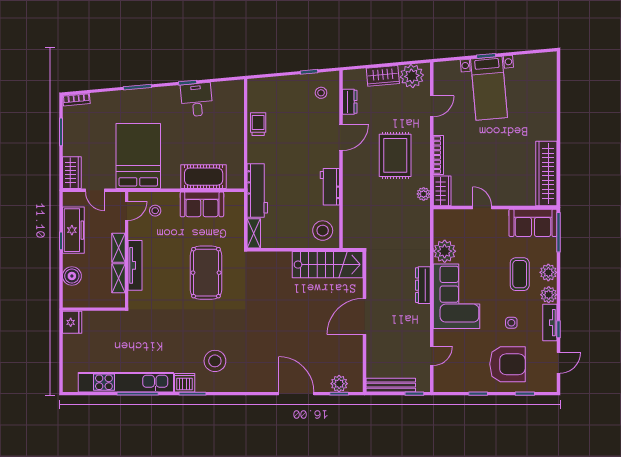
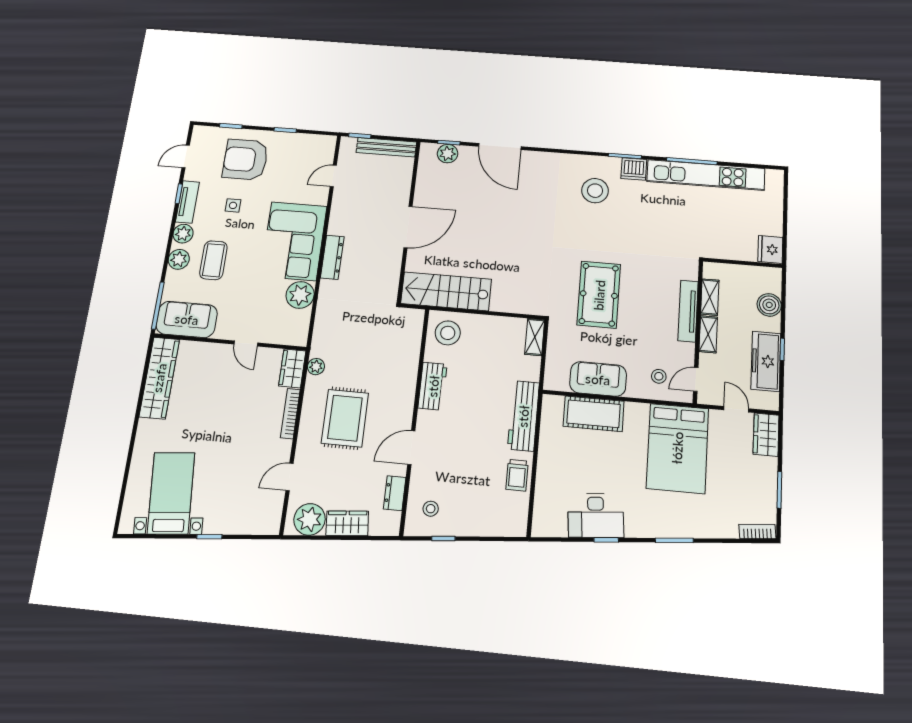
bed with nightstands: (489, 88) -> (171, 493), moved
desk: (197, 100) -> (596, 516), width x1.37
workbench: (257, 190) -> (523, 416), moved

